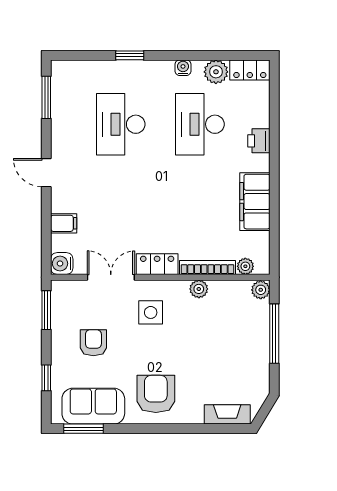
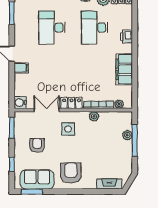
filing cabinet: (64, 223) -> (21, 68), moved
plant: (261, 290) -> (127, 135), moved

